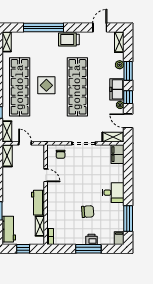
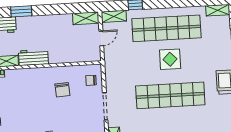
door: (46, 175) -> (65, 65), removed
chair: (88, 212) -> (62, 90), moved

